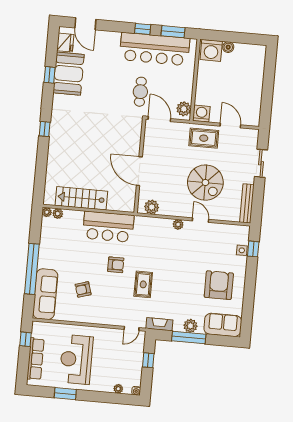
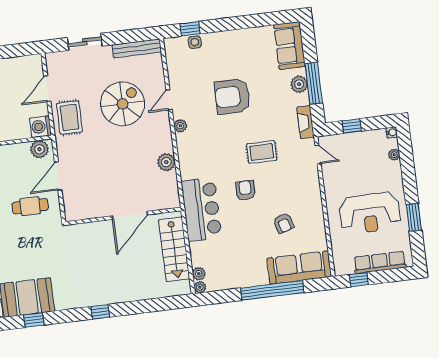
wall: (140, 166) -> (123, 216), moved
door: (139, 171) -> (130, 215), moved
armchair: (219, 285) -> (232, 96), moved

